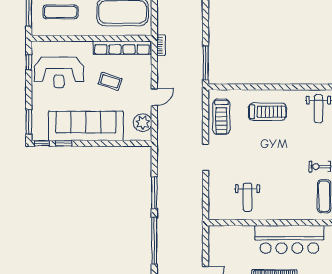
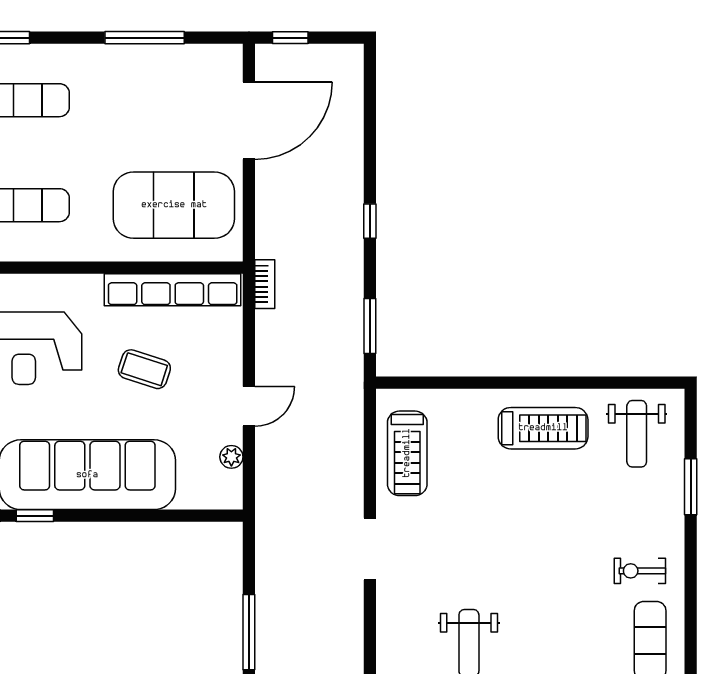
window: (206, 19) -> (370, 221), added
window: (206, 63) -> (370, 326), width x0.69
treadmill: (267, 112) -> (543, 428), moved
plant: (143, 123) -> (231, 457), width x0.53, depth x0.53

